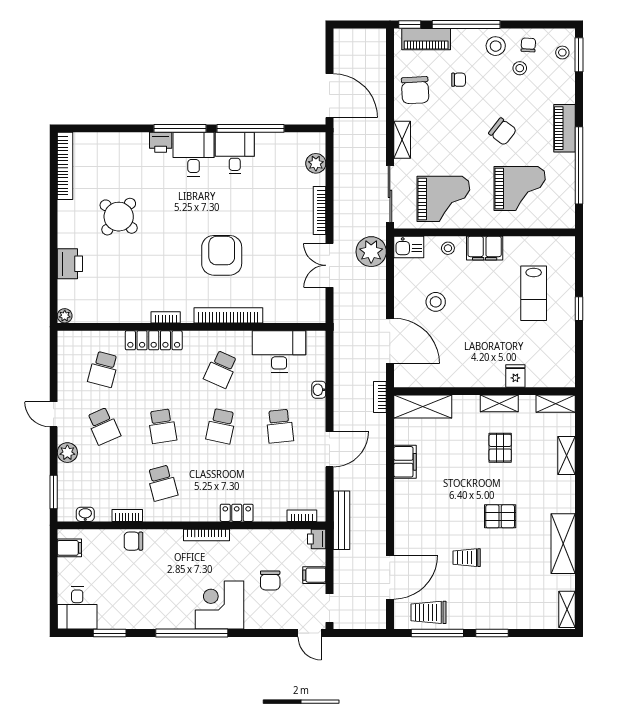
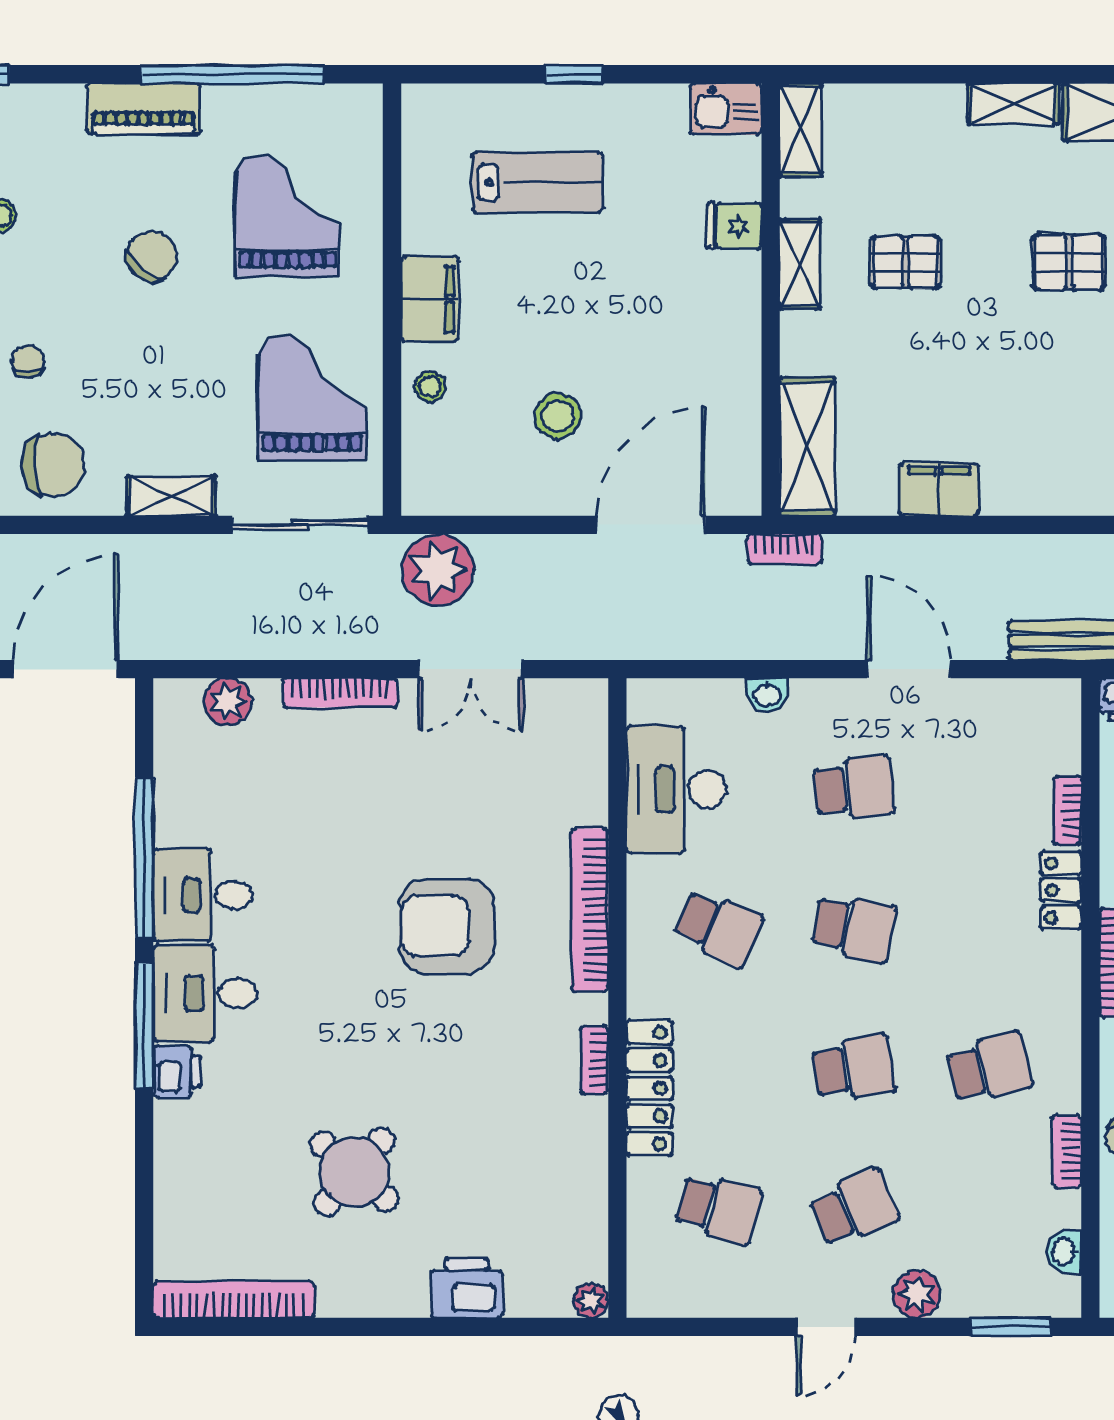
kitchen sink: (409, 247) -> (726, 109), moved, turned 90
shelving: (567, 456) -> (1013, 104), moved
bookcase: (302, 516) -> (1067, 811), moved
pallet: (500, 516) -> (1069, 262), turned 90

